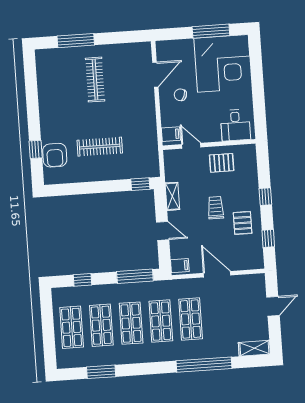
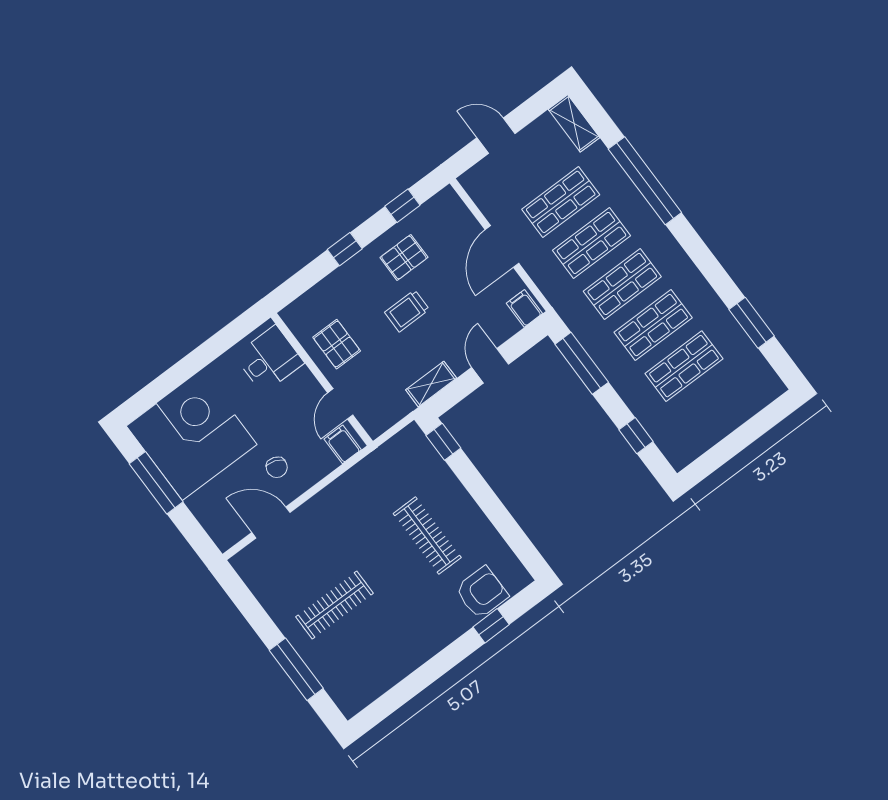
shop shelf: (72, 327) -> (561, 202), moved

